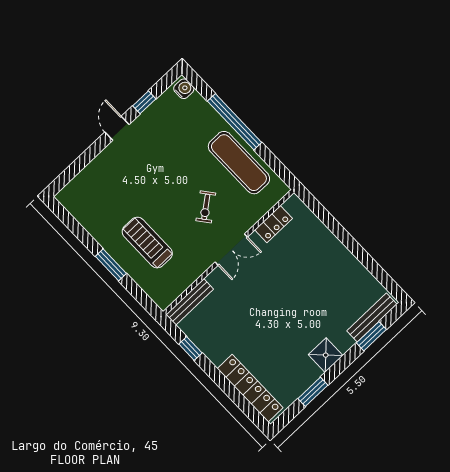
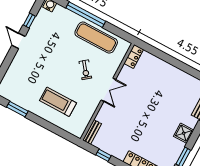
locker: (274, 224) -> (134, 56), moved
window: (111, 265) -> (17, 109), moved
bench: (190, 302) -> (92, 132), width x0.73

